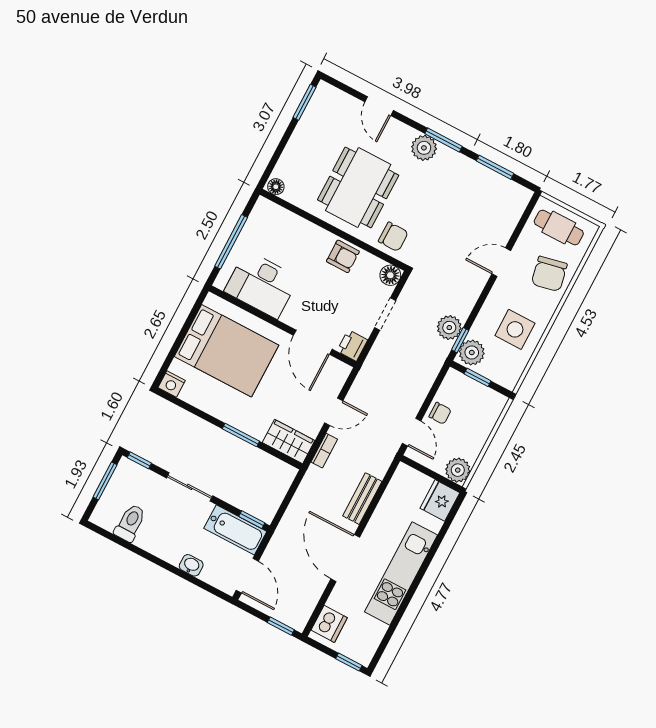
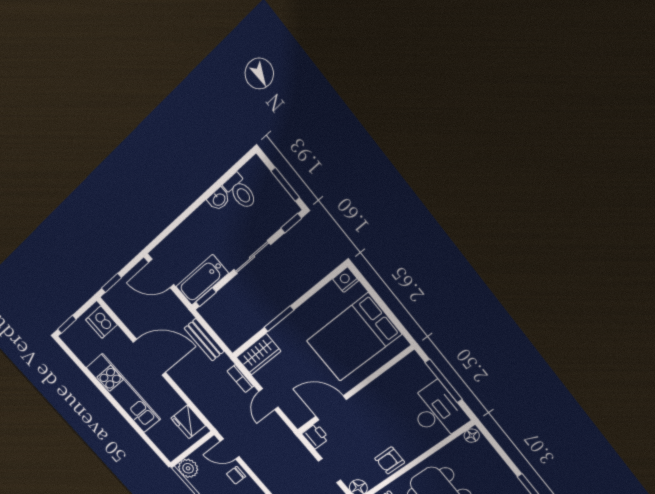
desk: (262, 284) -> (437, 412), moved, turned 90
bench: (362, 499) -> (204, 340), moved
fridge: (440, 500) -> (188, 422), moved, turned 180
washbasin: (191, 565) -> (219, 199), moved

